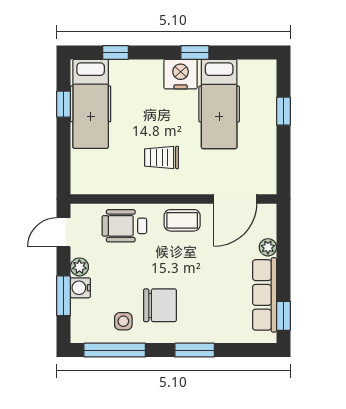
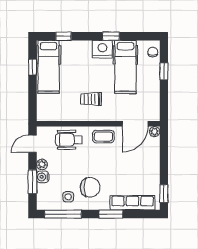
chair: (265, 79) -> (153, 52), added
plant: (268, 247) -> (155, 132), moved
row of seats: (265, 295) -> (132, 203), moved, turned 90

